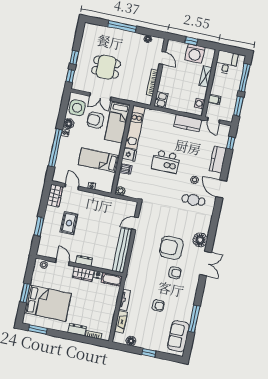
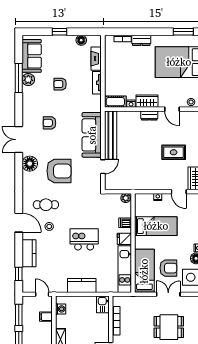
kitchen counter: (188, 123) -> (82, 286), moved
rug: (69, 223) -> (174, 152), turned 90
armchair: (171, 248) -> (59, 171), moved
sofa: (139, 254) -> (92, 135), added
plant: (186, 316) -> (28, 80), added

